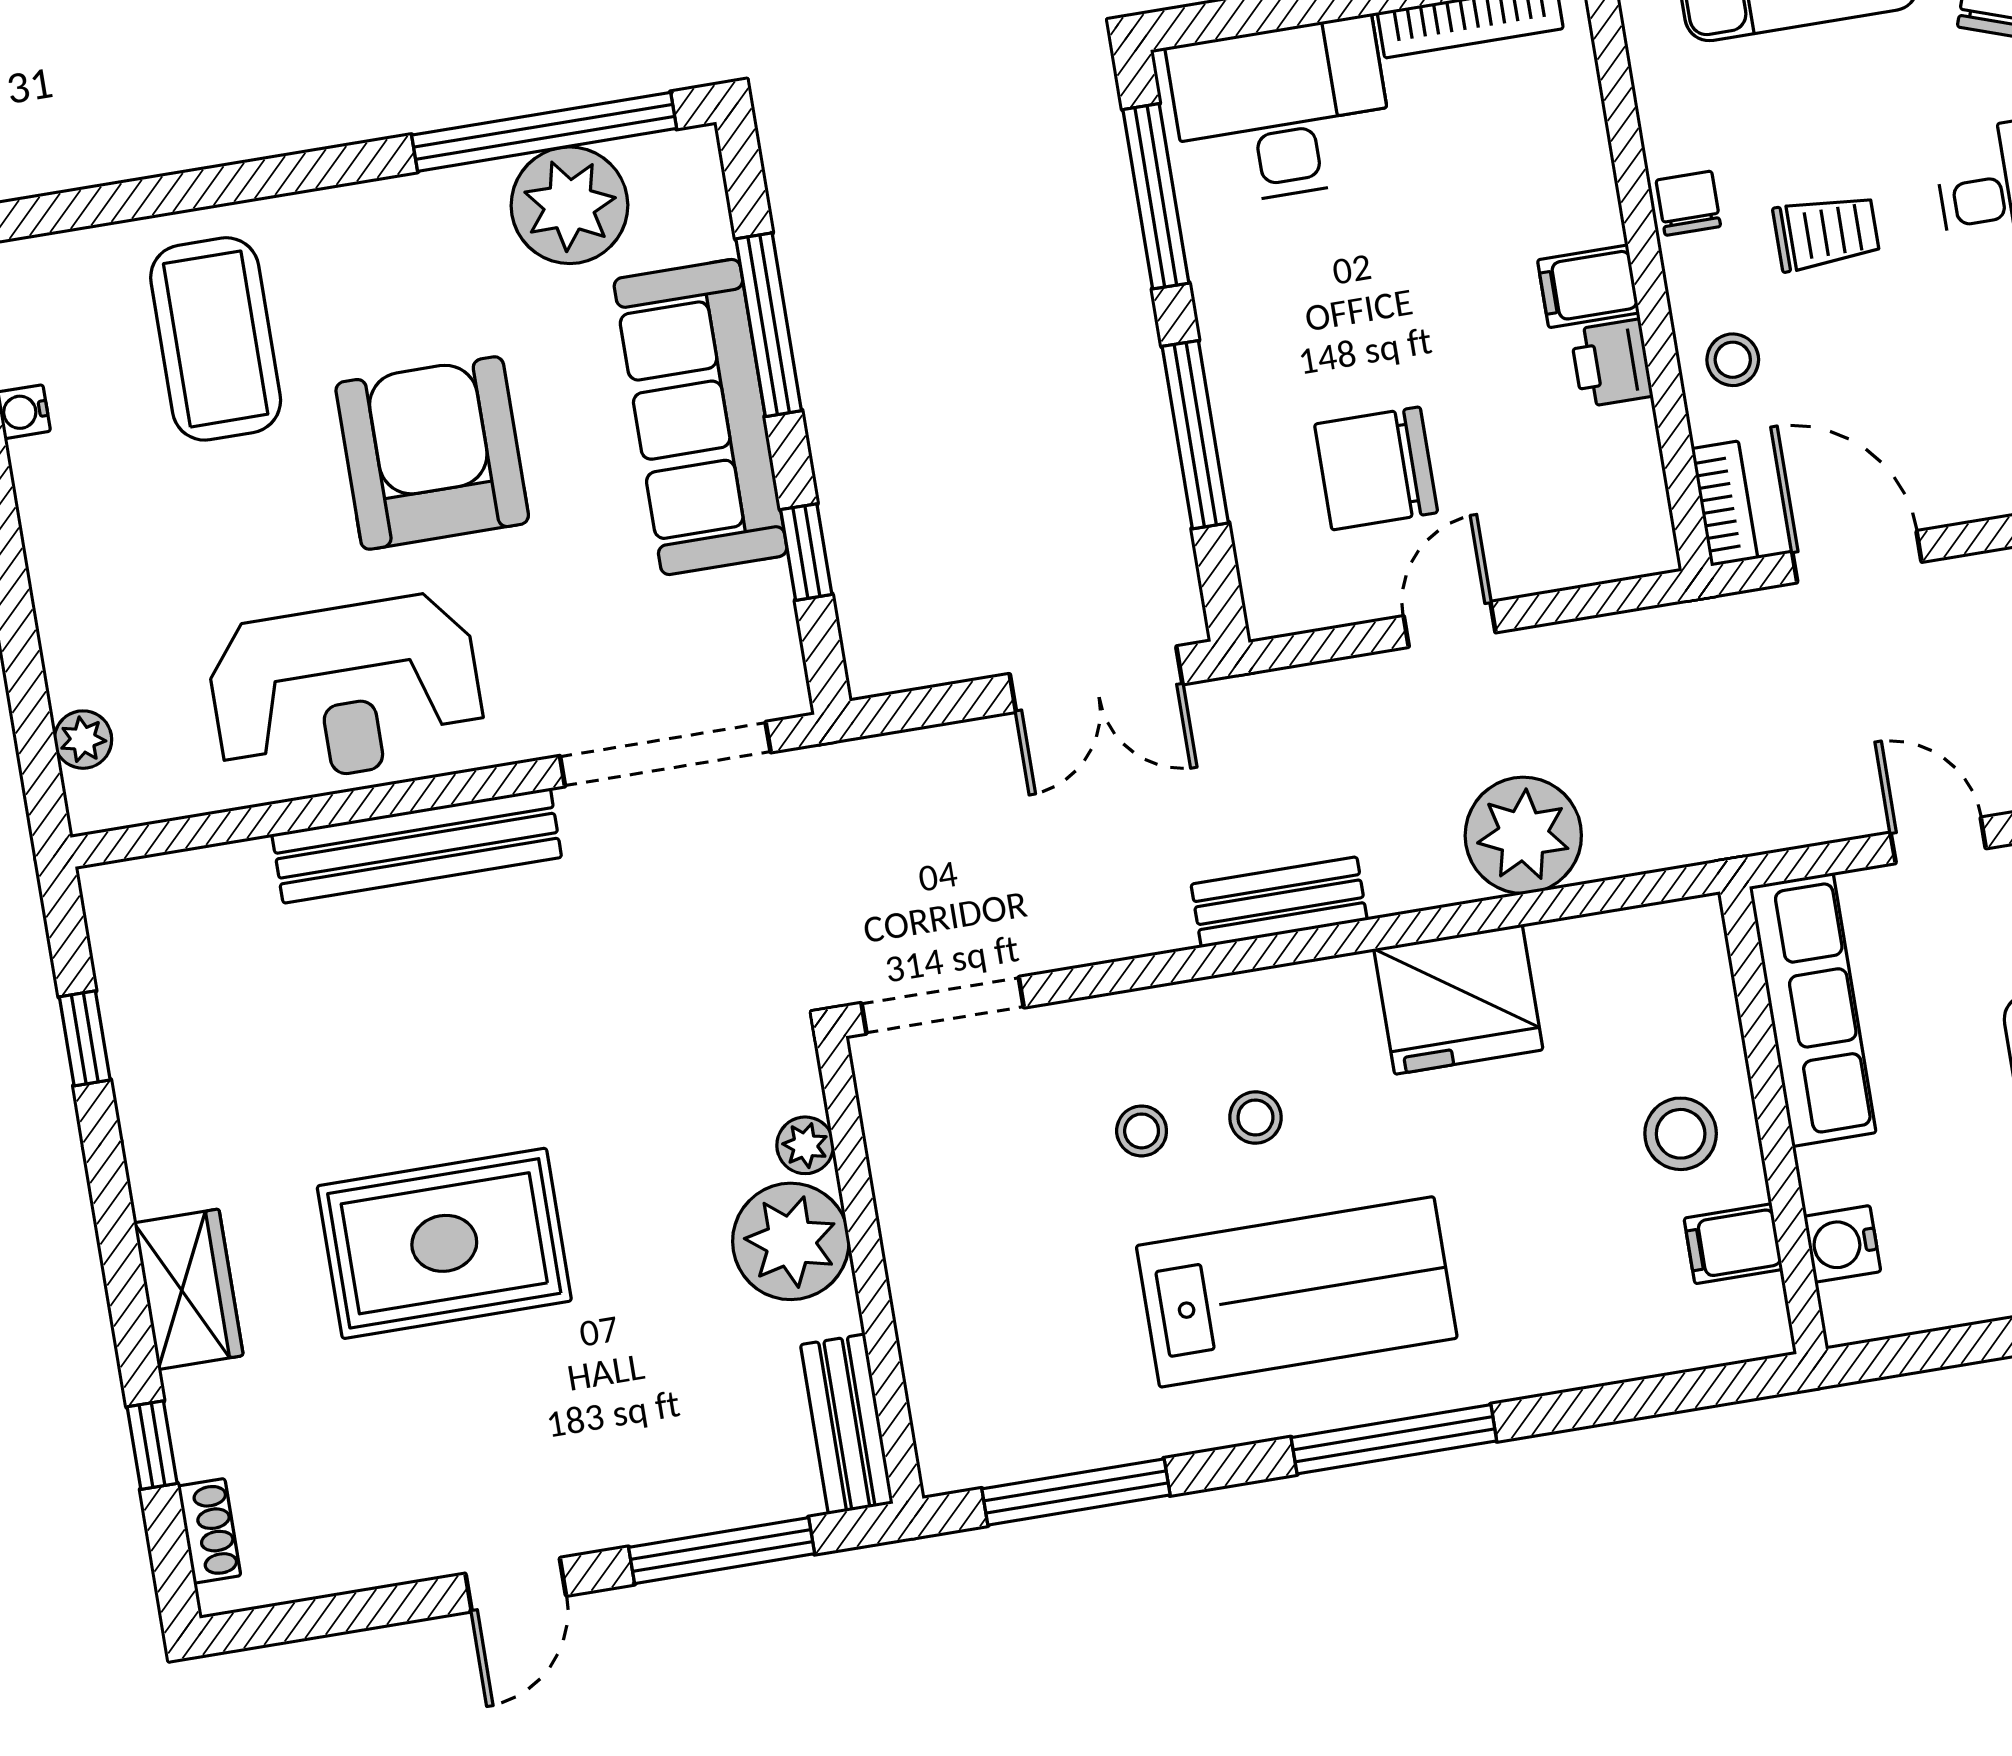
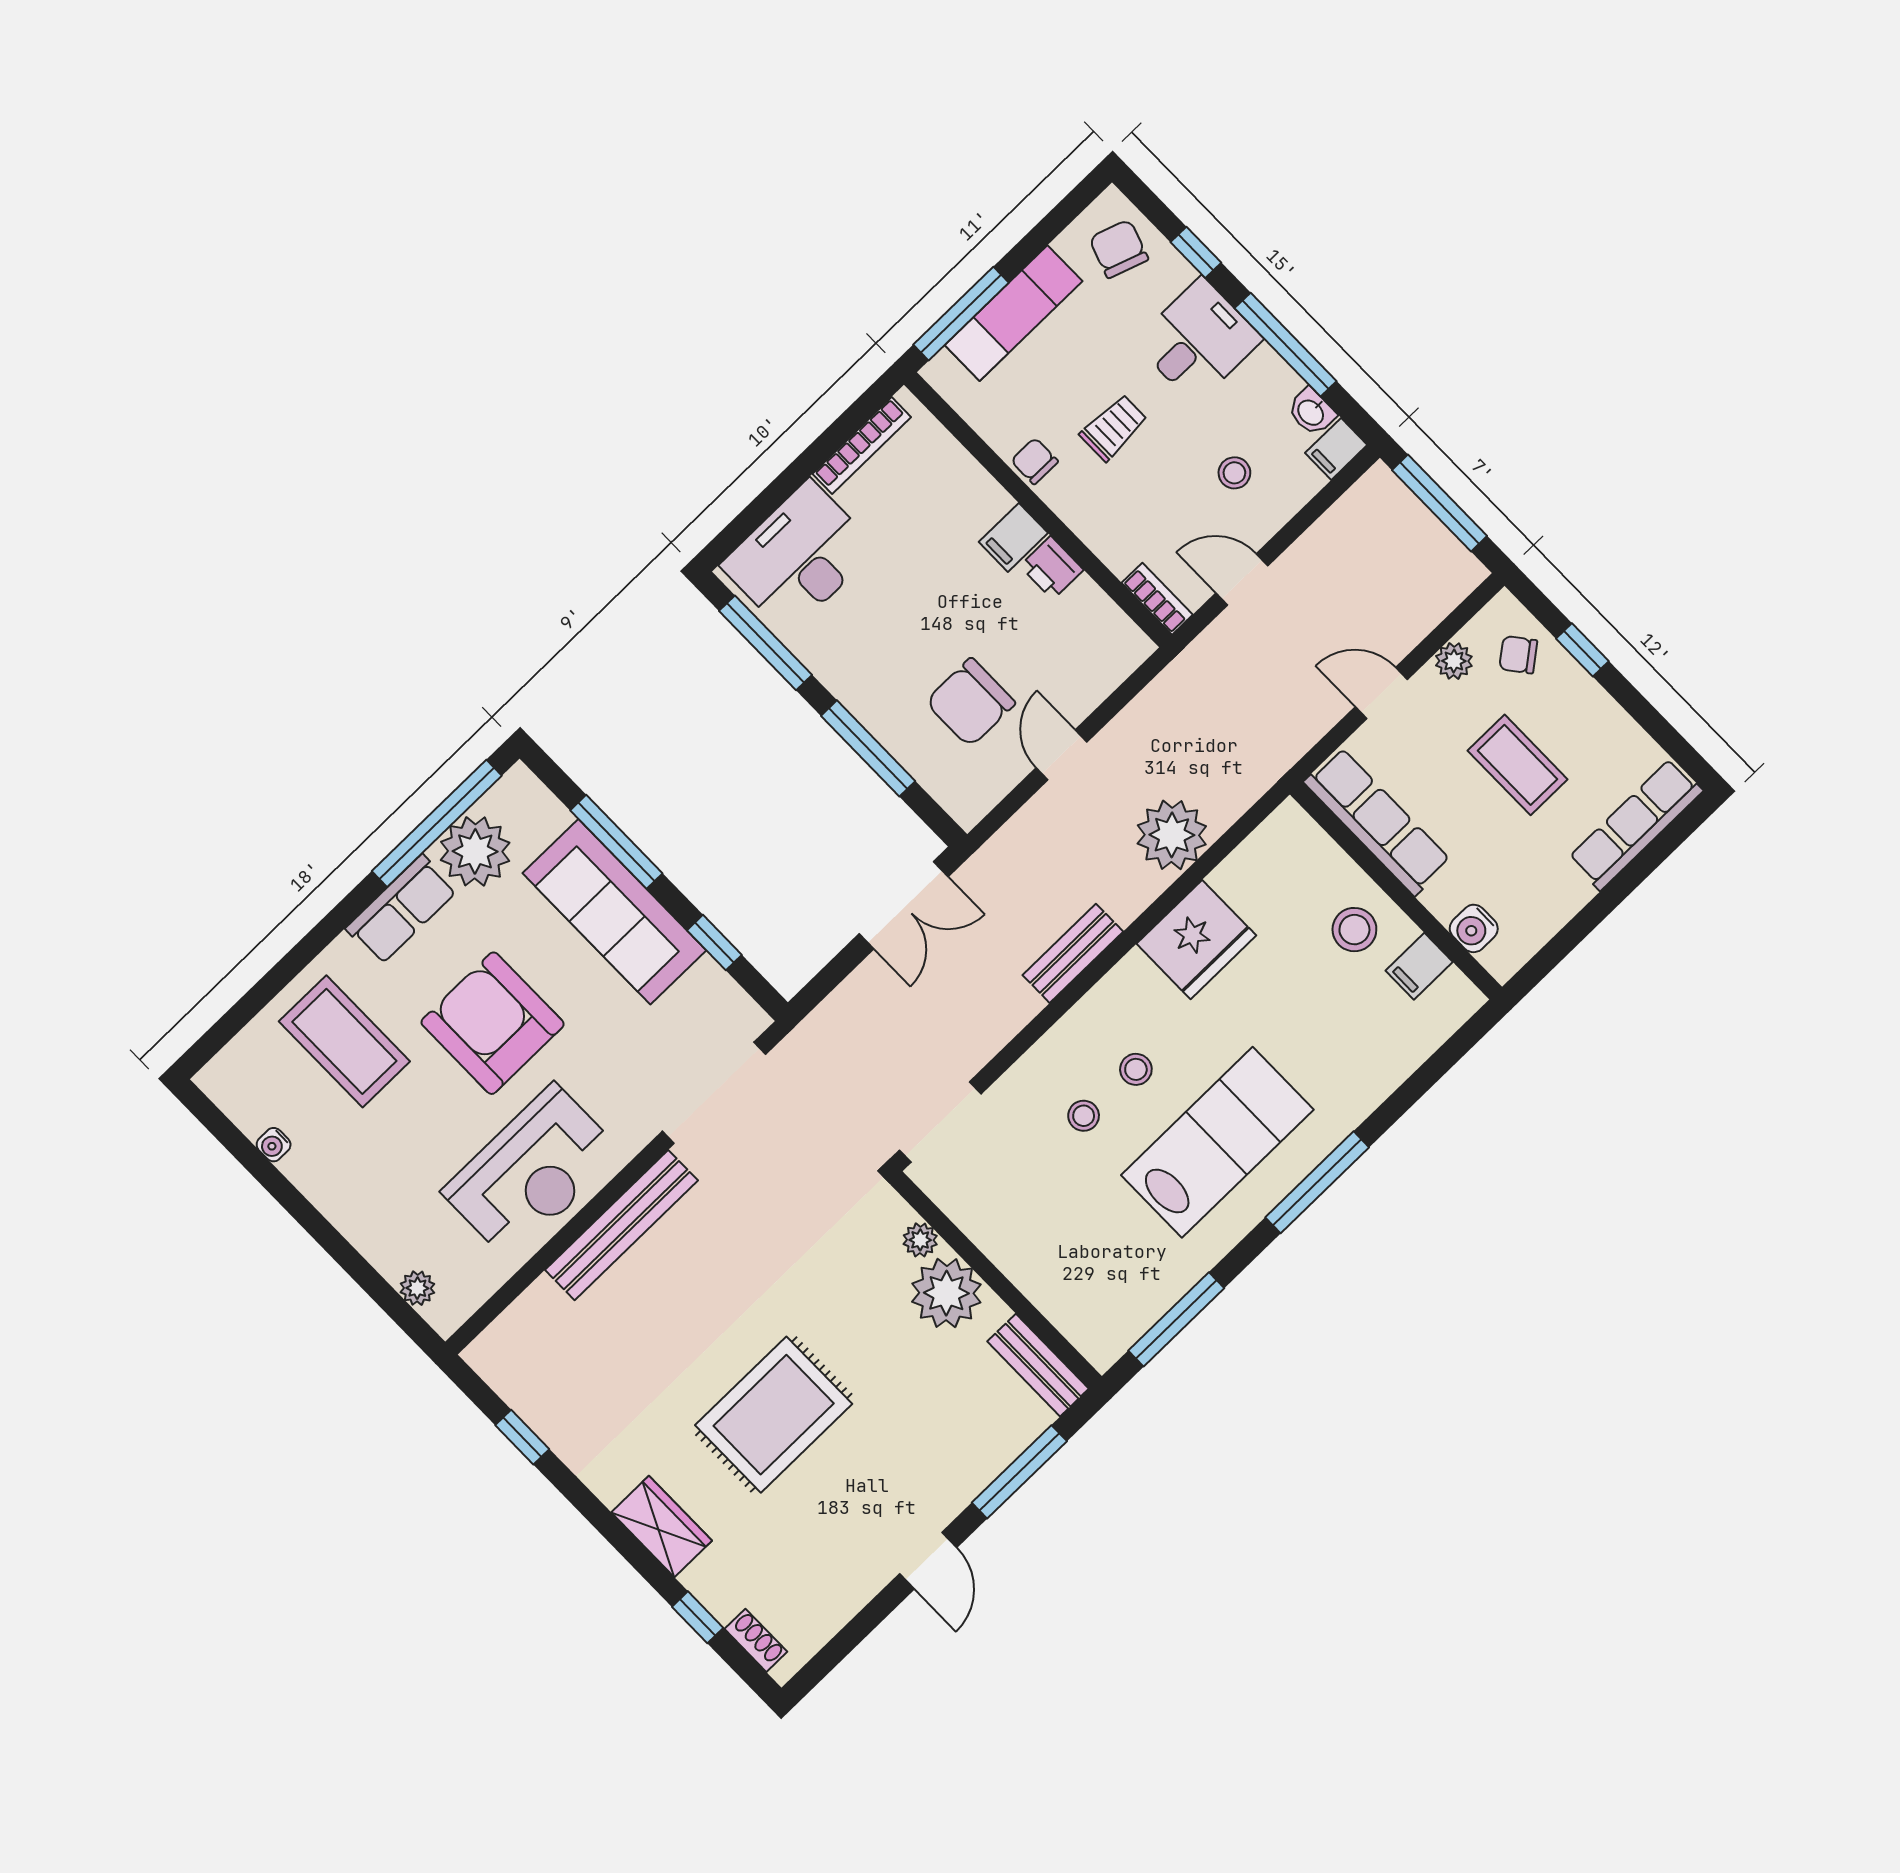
row of seats: (416, 215) -> (401, 910), added
stool: (1733, 360) -> (1234, 473), moved
door: (1857, 557) -> (1242, 579), width x0.73

